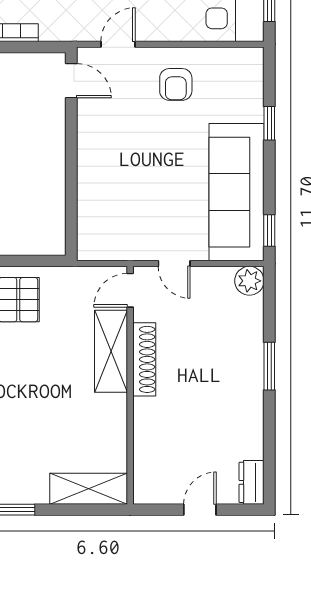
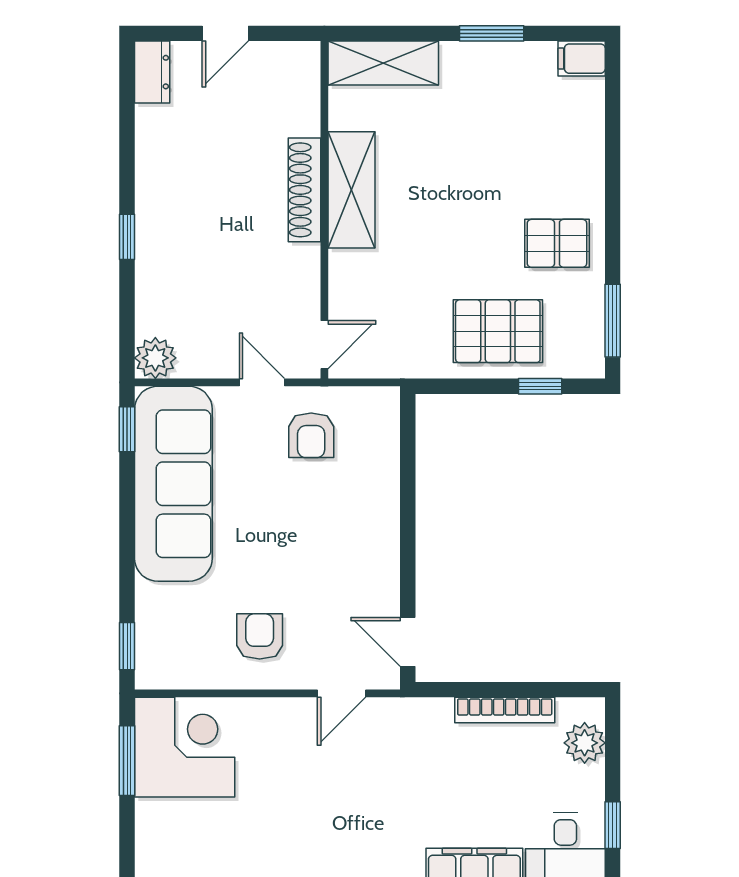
window: (269, 123) -> (127, 646), moved
armchair: (139, 226) -> (311, 435), added
shelving: (111, 351) -> (351, 190), moved
shoe rack: (144, 359) -> (304, 190), moved
window: (269, 366) -> (127, 237), width x0.67

